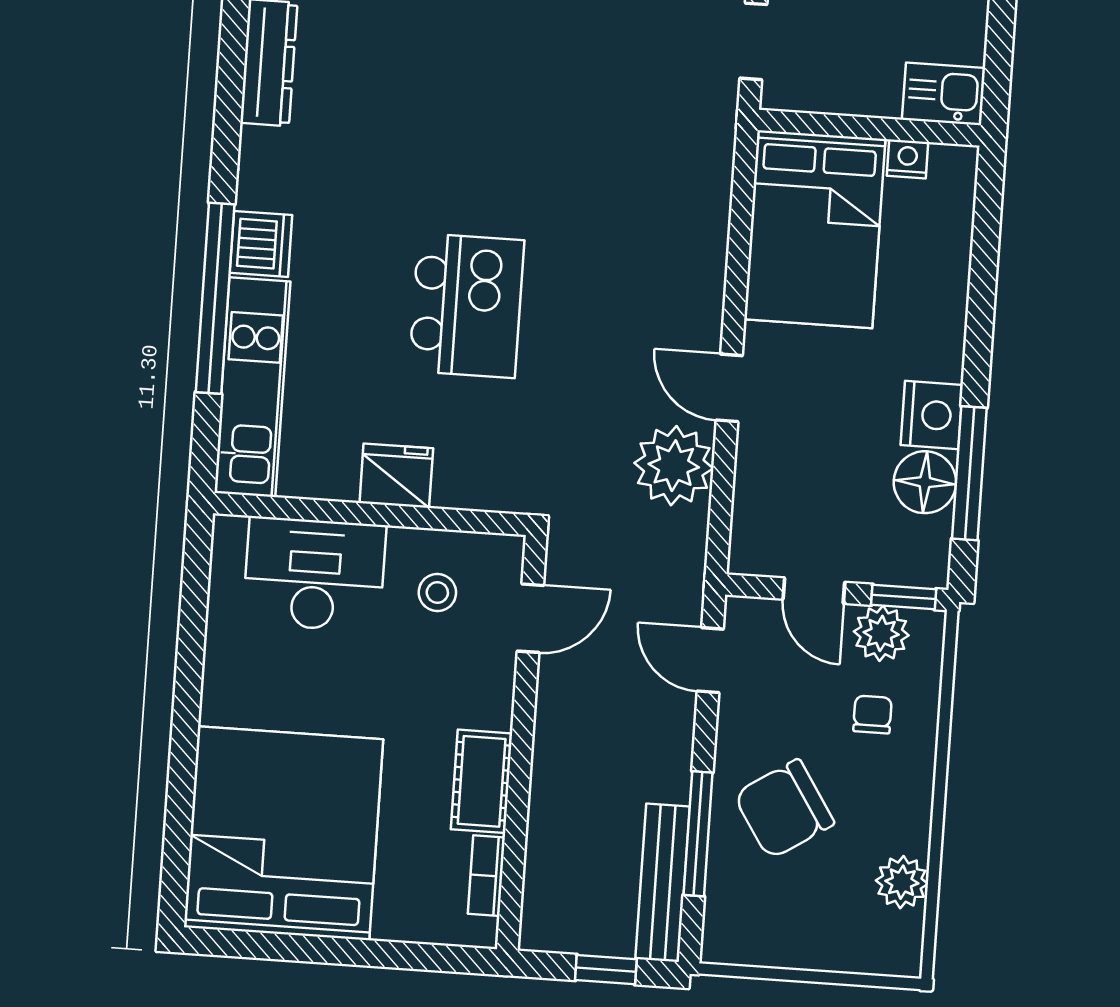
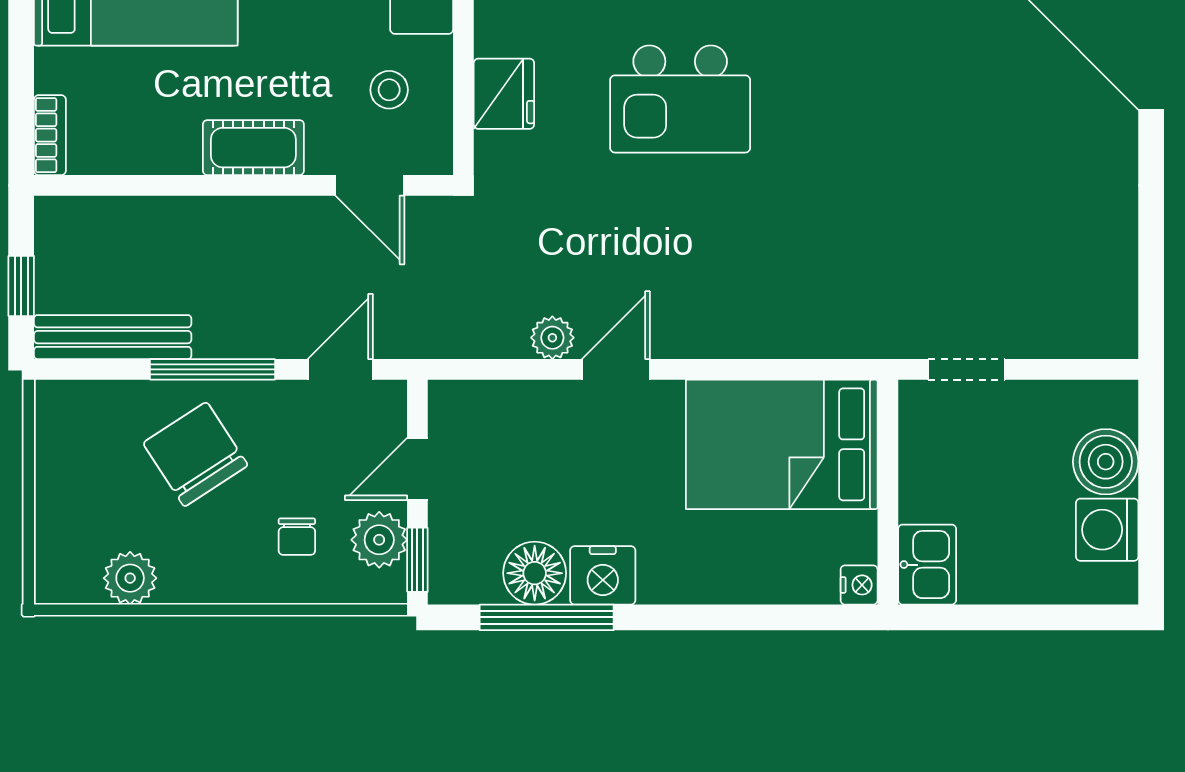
nightstand: (908, 159) -> (859, 585), moved
plant: (674, 466) -> (552, 338), width x0.53, depth x0.53
fridge: (396, 476) -> (504, 94), moved
chair: (872, 714) -> (297, 537), turned 90
cot: (482, 781) -> (253, 148), moved
window: (698, 834) -> (213, 369), moved
bookcase: (486, 876) -> (50, 135), moved, turned 90

